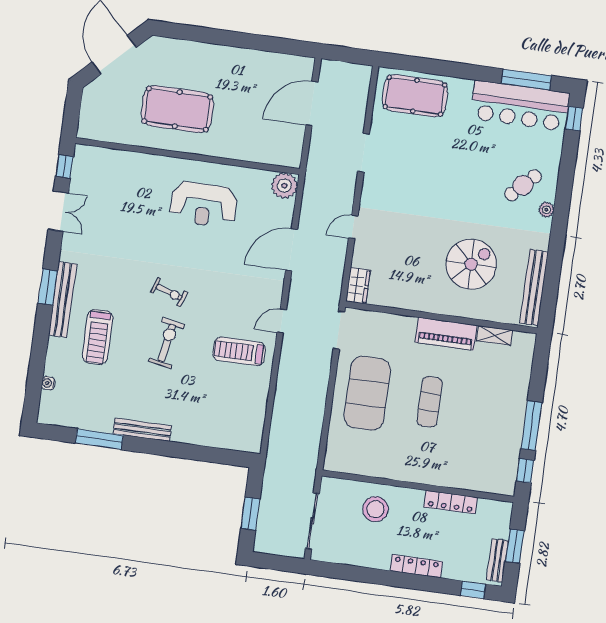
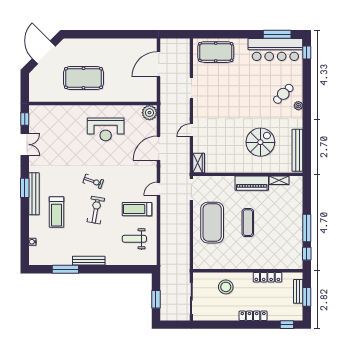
weight bench: (227, 403) -> (134, 239), added
bench: (497, 560) -> (298, 291), moved

